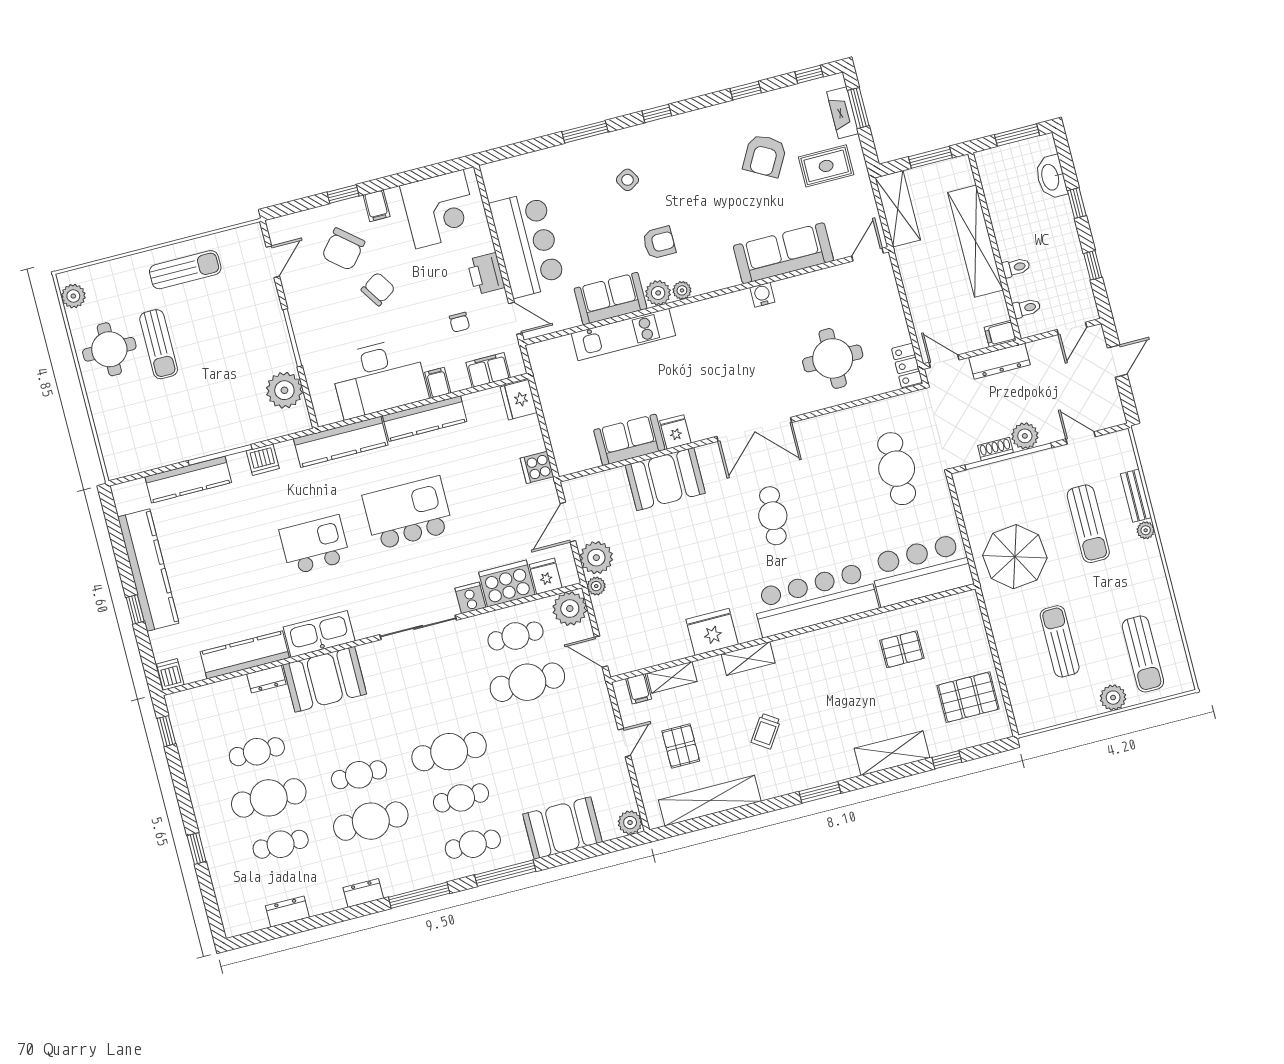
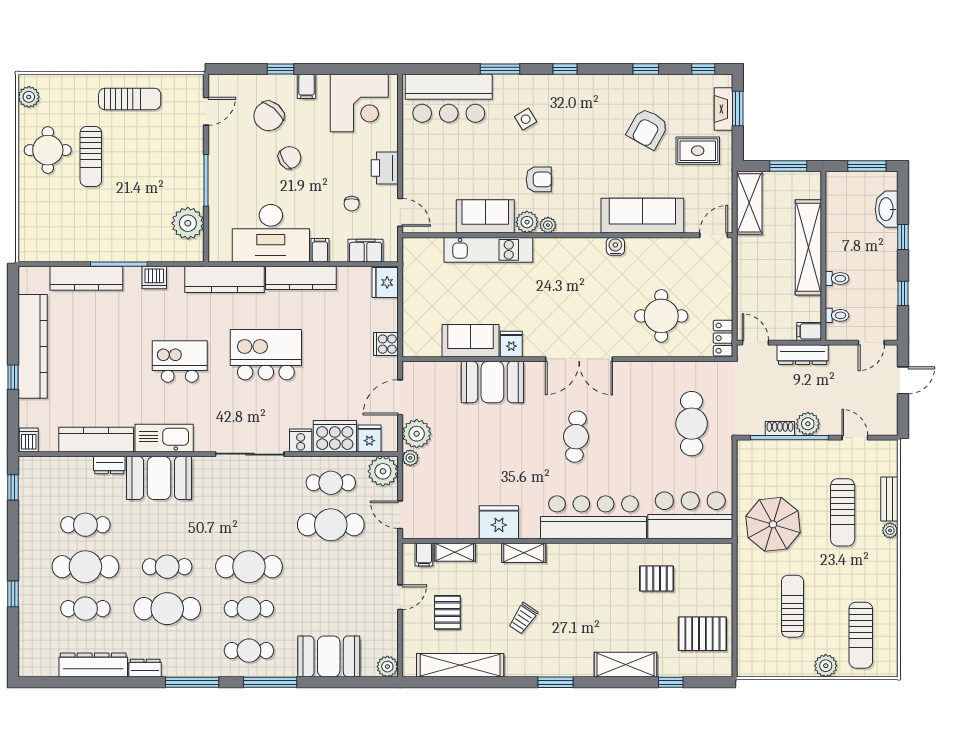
bar counter: (527, 244) -> (449, 98), moved, turned 90
dresser: (287, 911) -> (93, 665), width x1.96, depth x1.24

